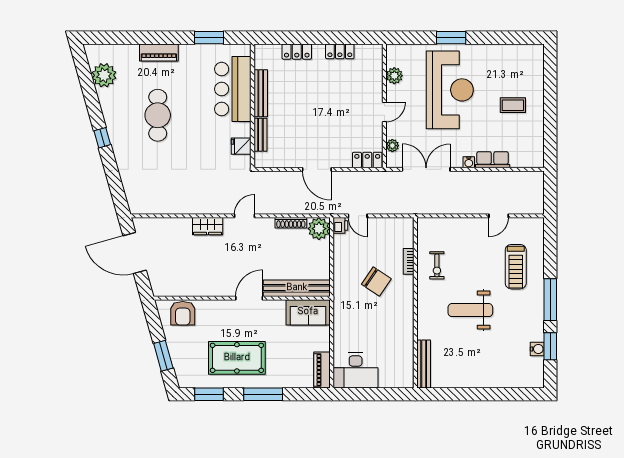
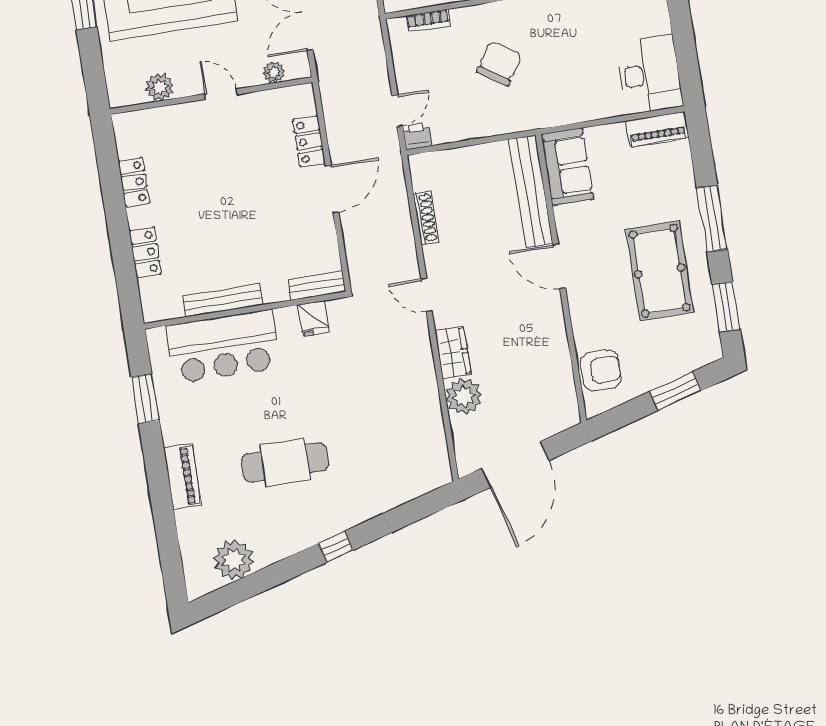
bench: (260, 135) -> (317, 286), moved
locker: (367, 160) -> (309, 141), moved
plant: (319, 229) -> (464, 396), moved
bookcase: (409, 261) -> (428, 21), moved

